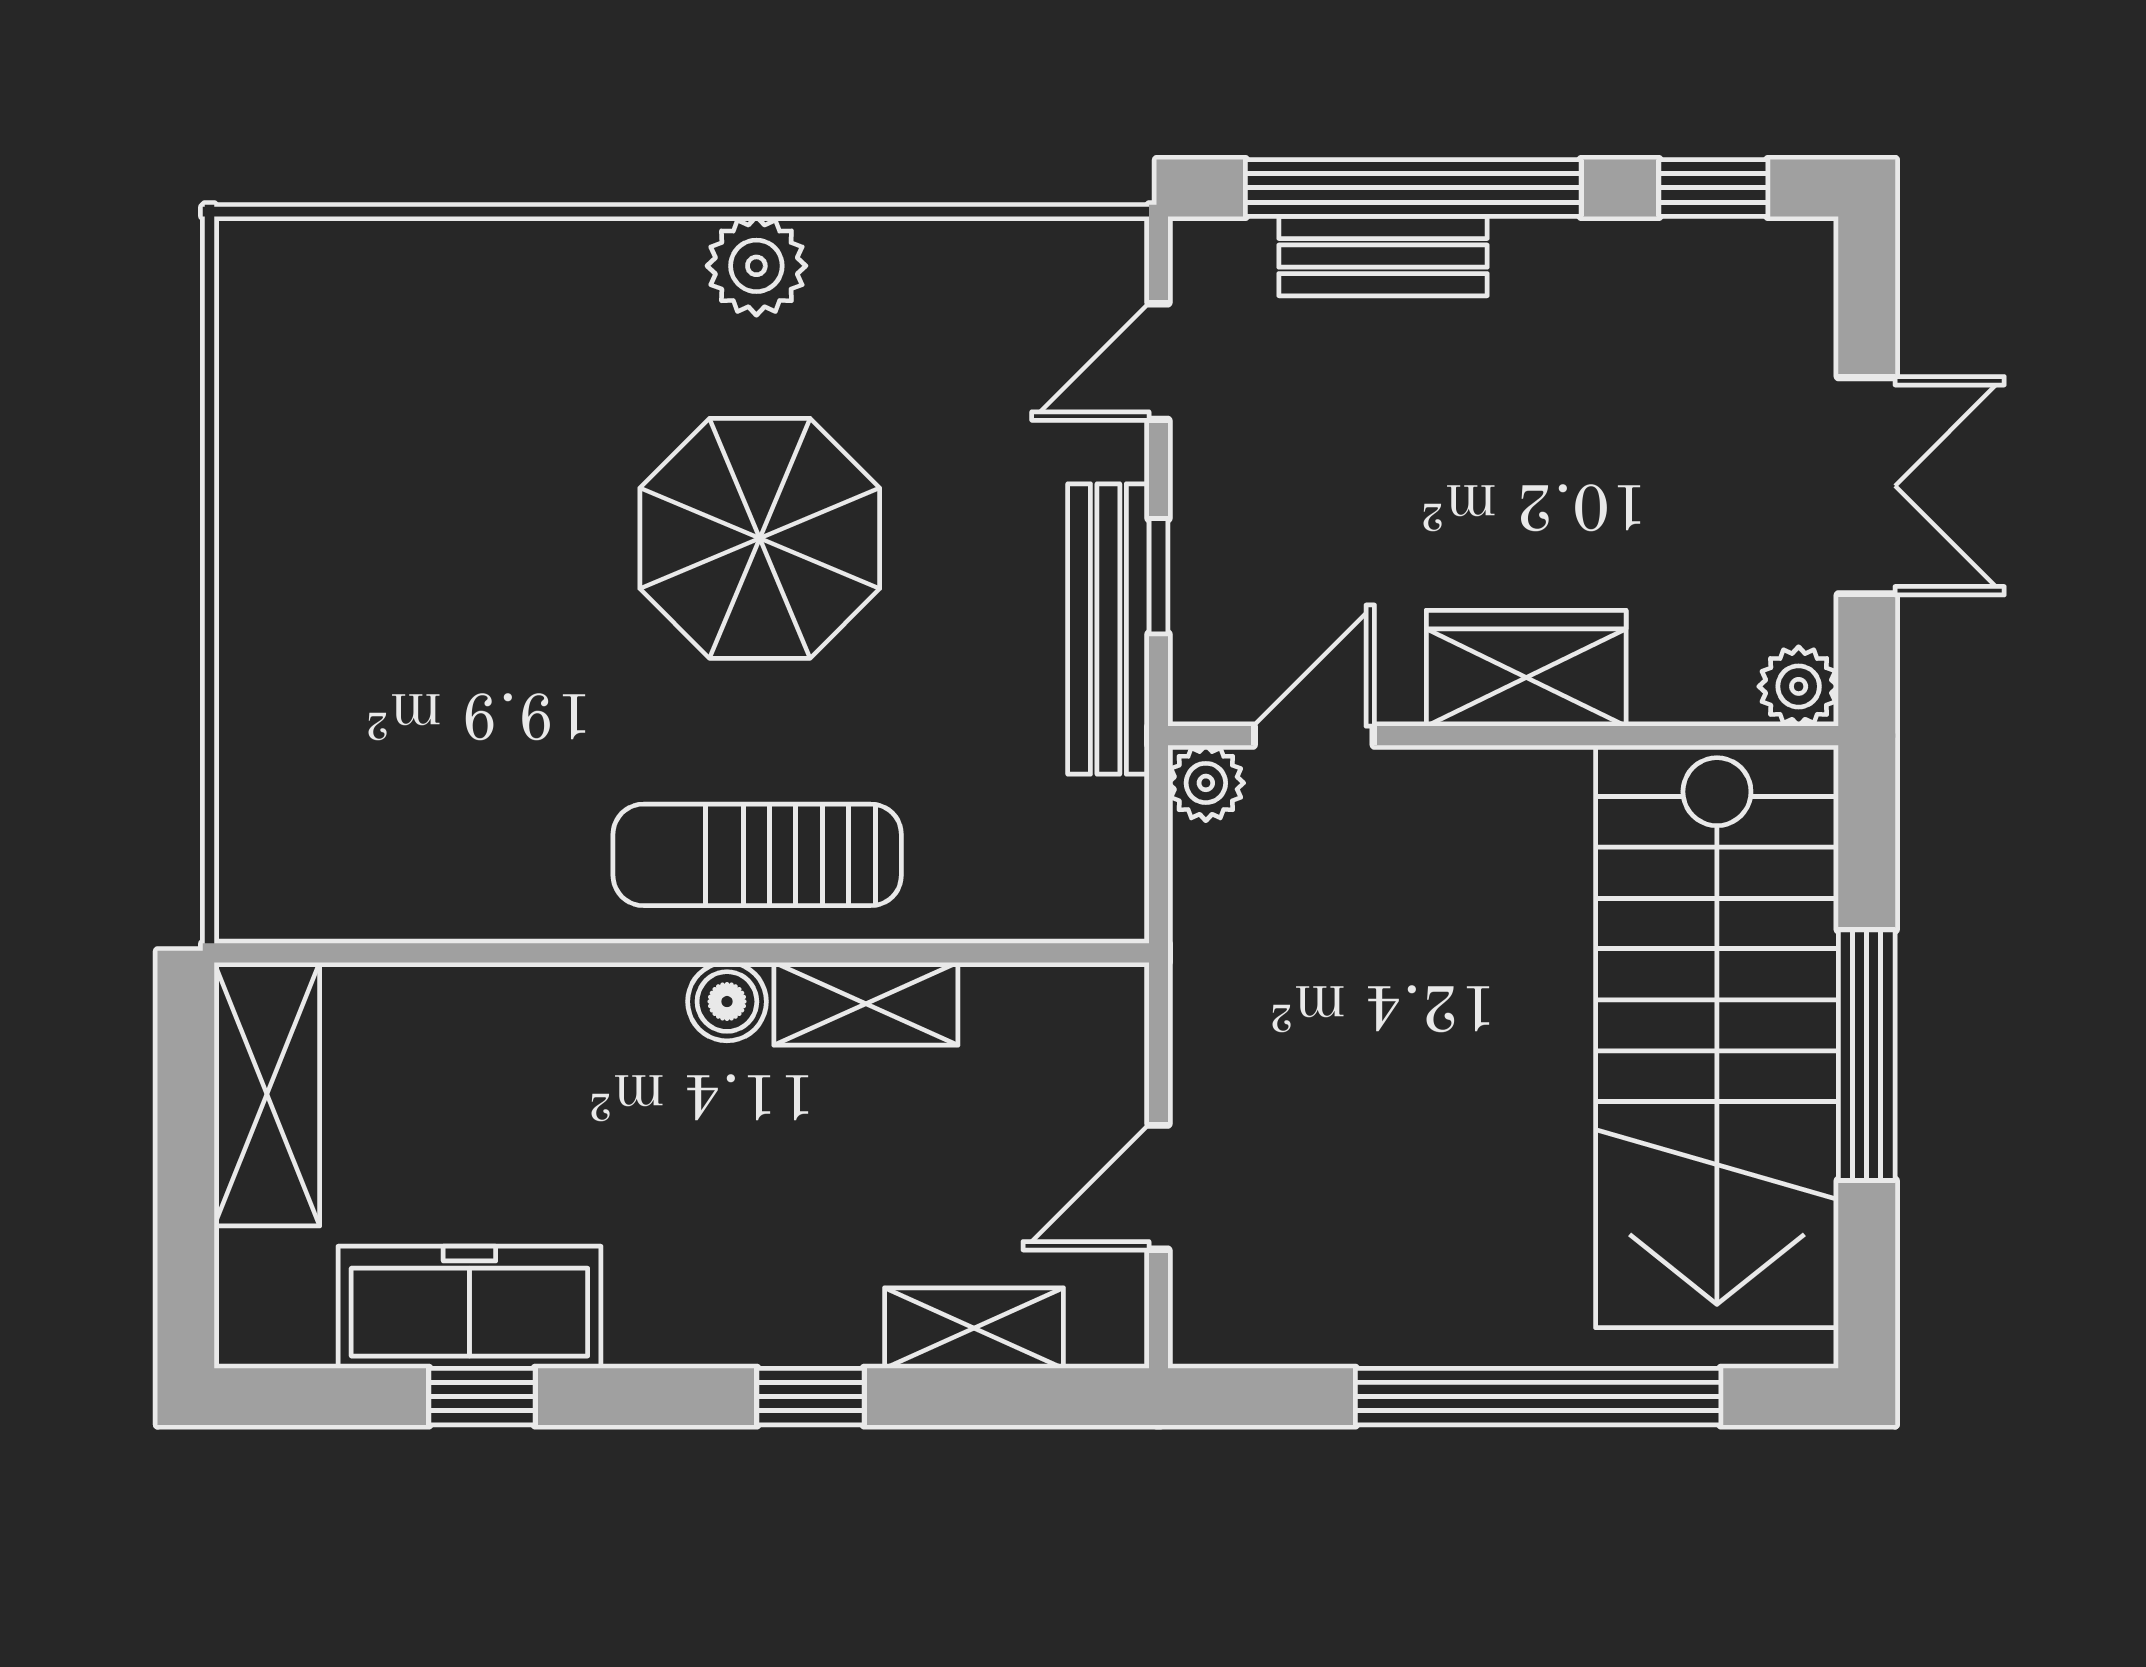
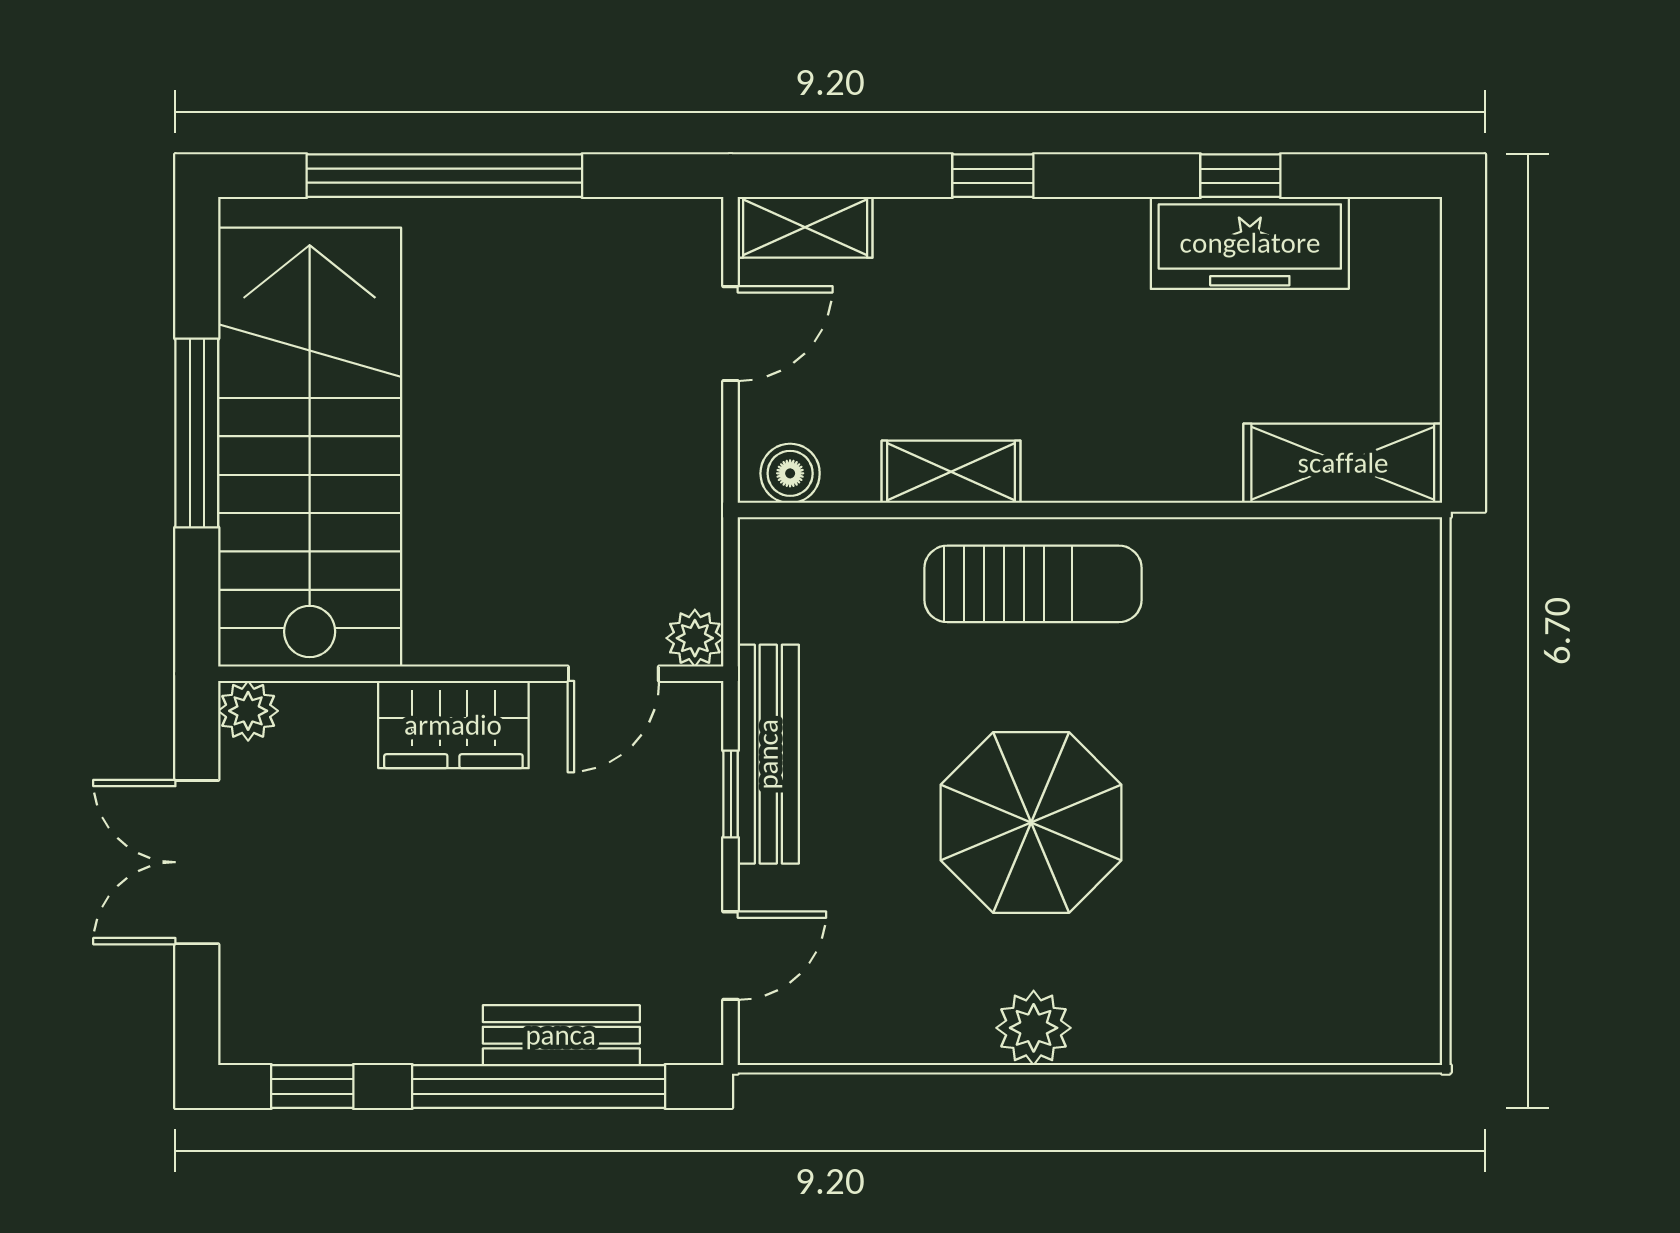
boiler: (727, 1002) -> (790, 473), moved
shelving: (267, 1094) -> (1343, 463), moved, turned 90
shelving: (974, 1328) -> (805, 227), moved

